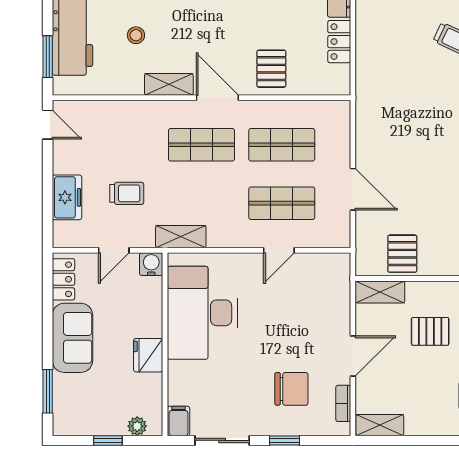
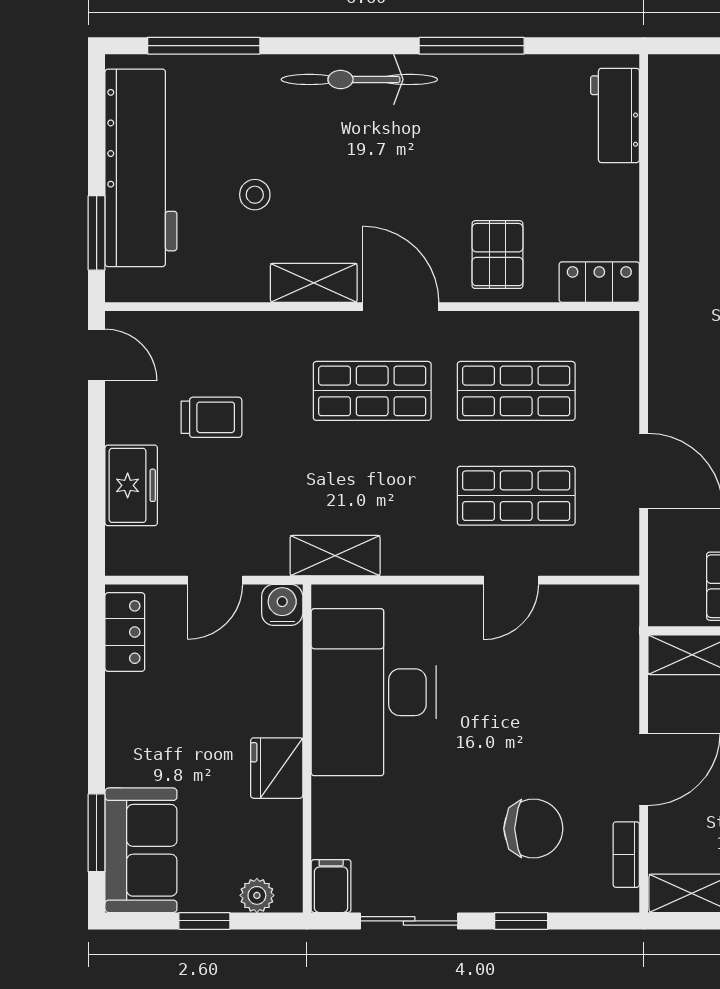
locker: (339, 42) -> (599, 282), moved, turned 90
trolley: (127, 193) -> (211, 417), moved
sofa: (72, 338) -> (141, 850), moved

